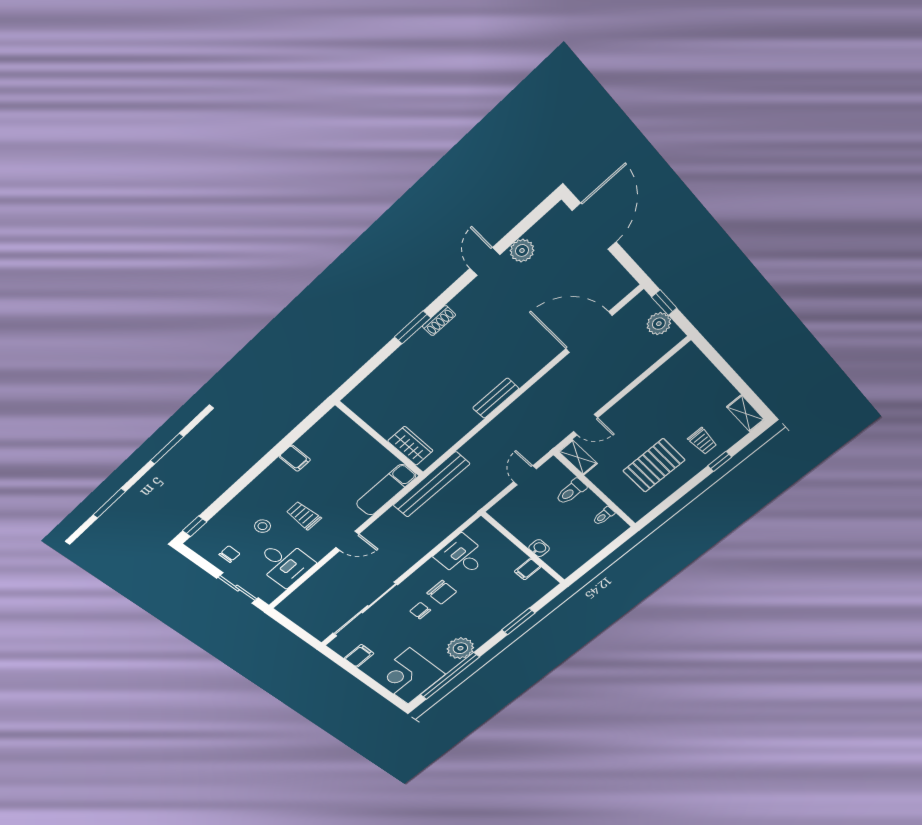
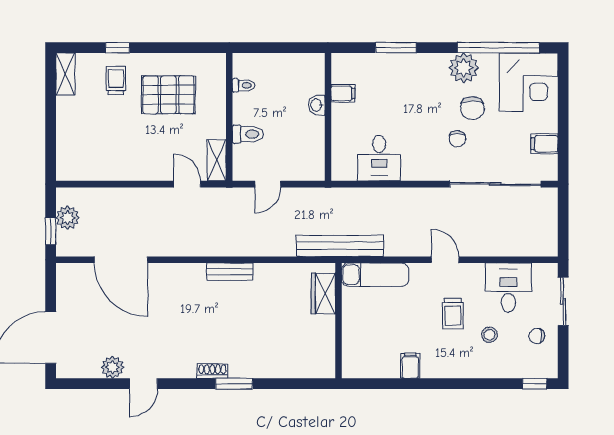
chair: (442, 592) -> (472, 108), moved, turned 180

